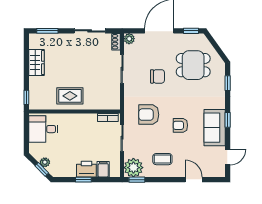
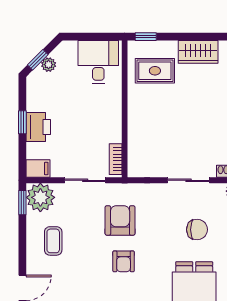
chair: (158, 76) -> (197, 230), moved, turned -90
rug: (70, 96) -> (155, 71), moved, turned 90
armchair: (180, 125) -> (124, 261), moved, turned 180
filing cabinet: (103, 169) -> (38, 169), moved

